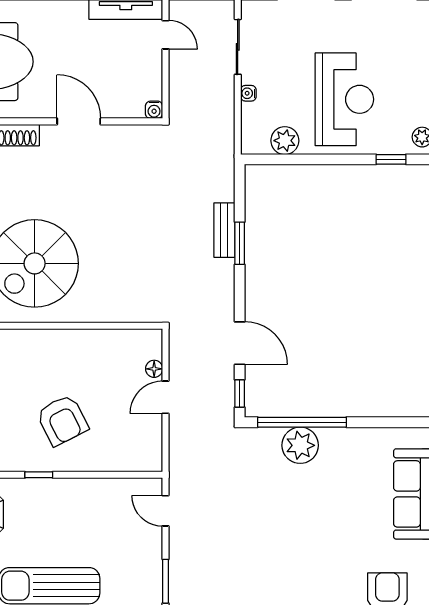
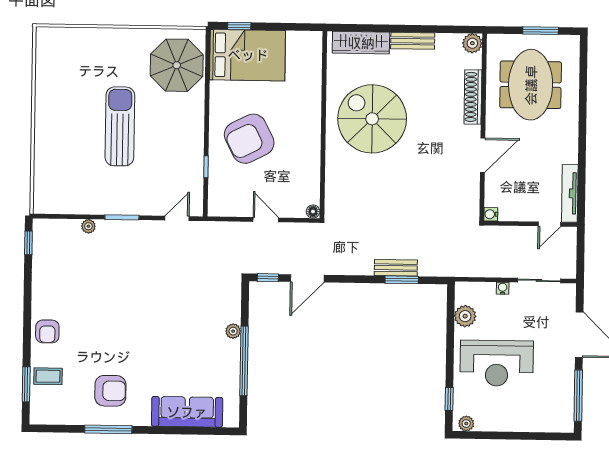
window: (240, 243) -> (402, 280), moved
floor lamp: (154, 369) -> (313, 211), moved
armchair: (62, 420) -> (249, 139), width x1.36, depth x1.36
window: (302, 422) -> (244, 361), moved
plant: (300, 445) -> (233, 331), width x0.53, depth x0.53
window: (39, 475) -> (206, 167), moved

